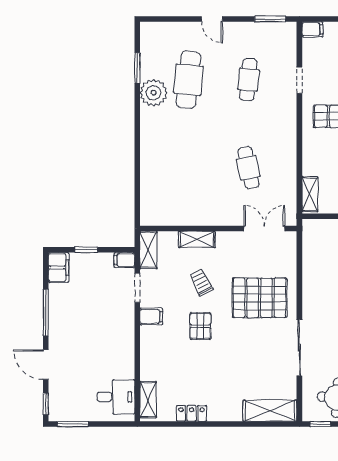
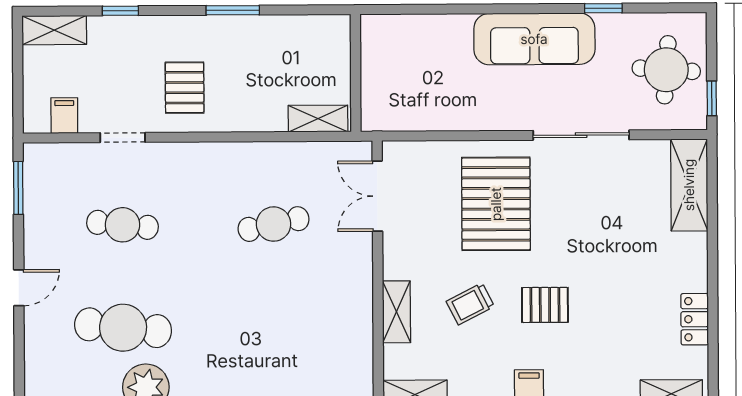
filing cabinet: (312, 29) -> (64, 115), moved

